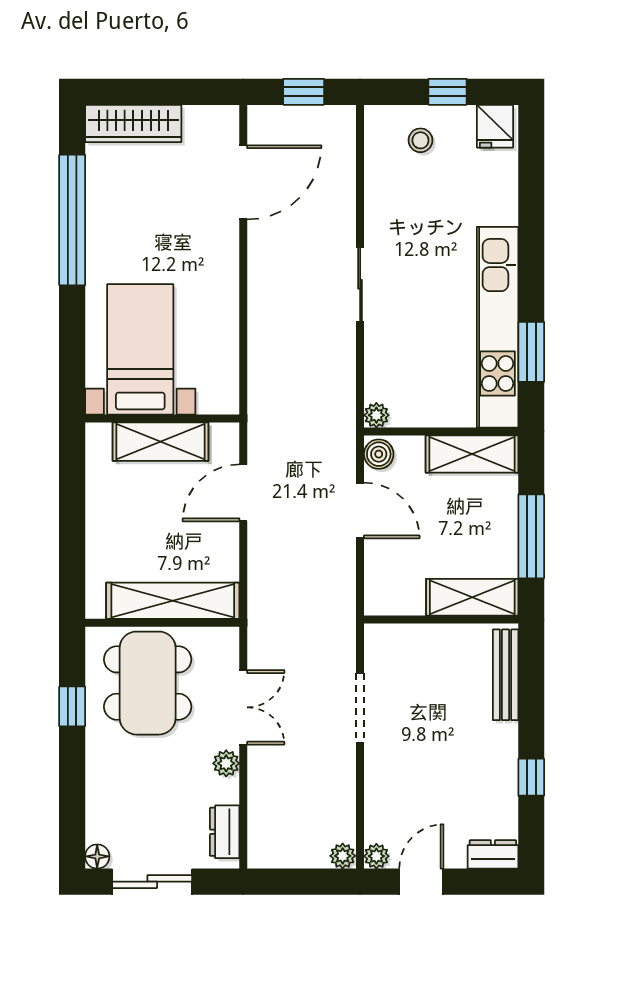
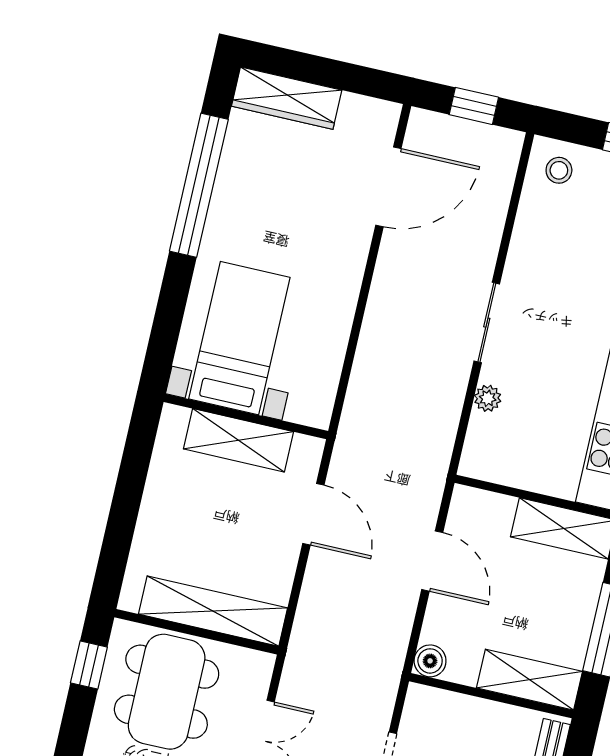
stool: (420, 140) -> (559, 170), moved
plant: (376, 415) -> (488, 398), moved
boiler: (379, 454) -> (430, 661), moved
door: (243, 493) -> (313, 514), swing flipped
window: (72, 706) -> (89, 665), moved

